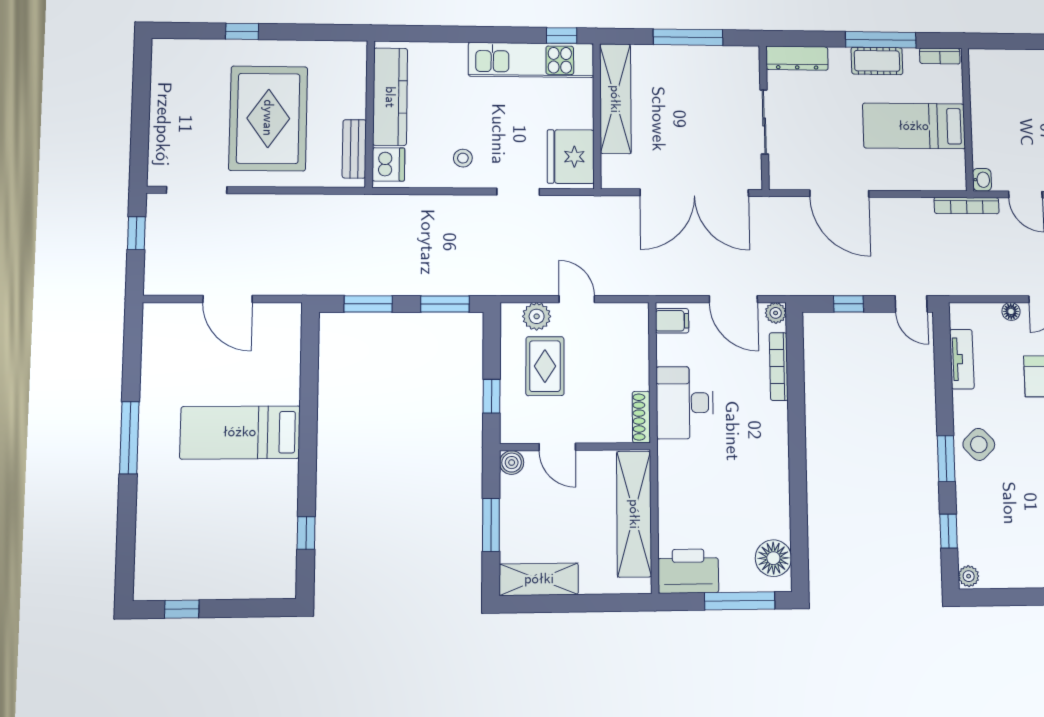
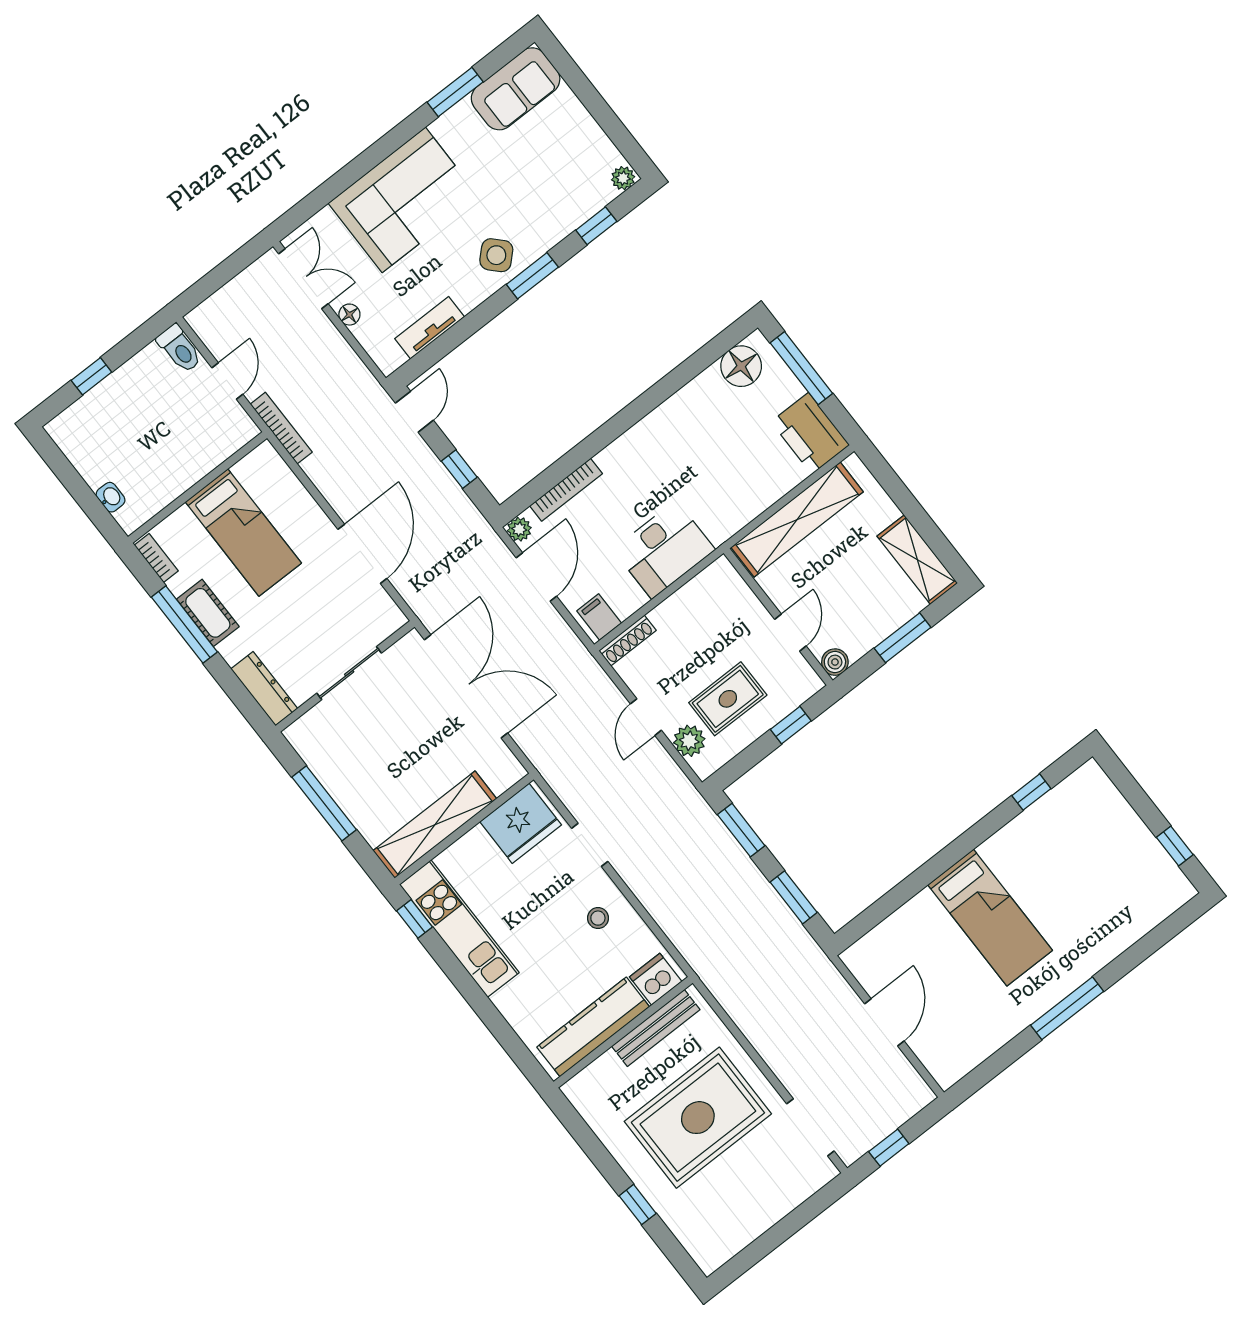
bench: (354, 149) -> (656, 1028), width x1.36
washbasin: (982, 180) -> (111, 497), moved, turned 90
shoe rack: (641, 417) -> (627, 641), moved

